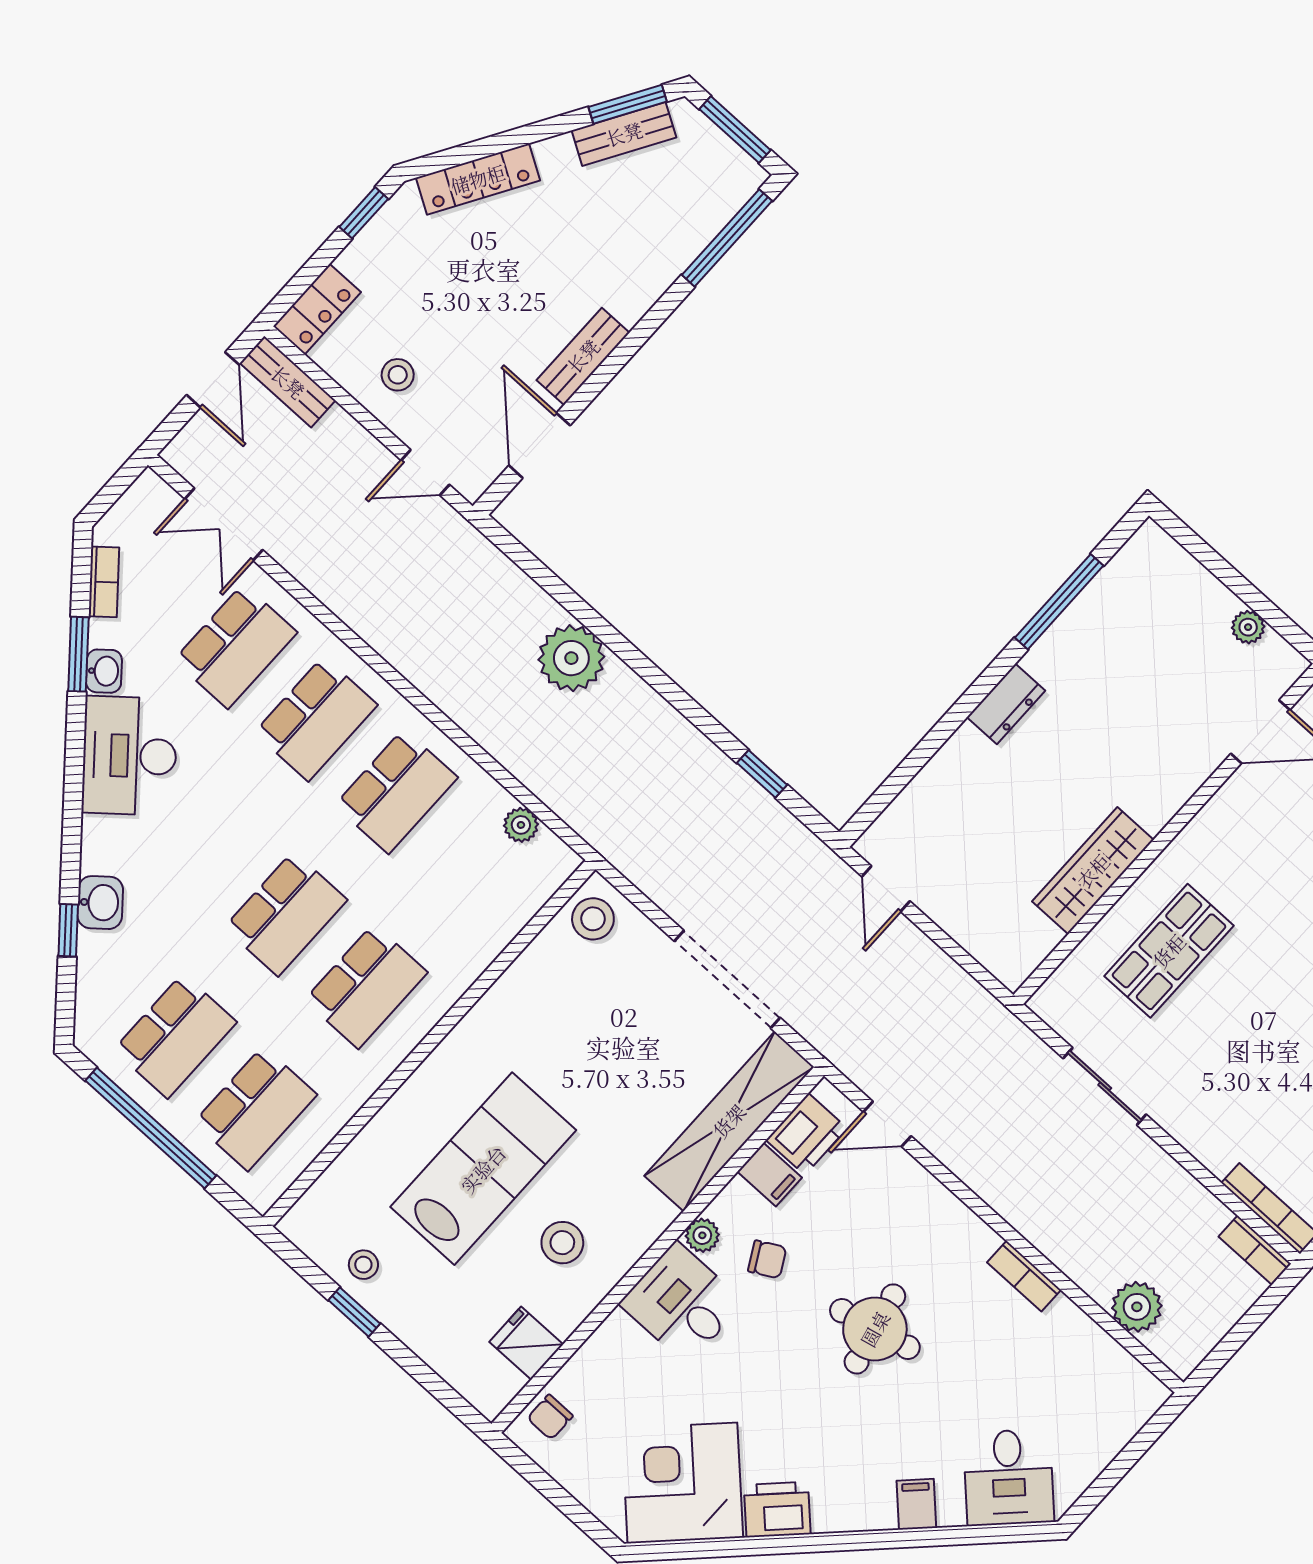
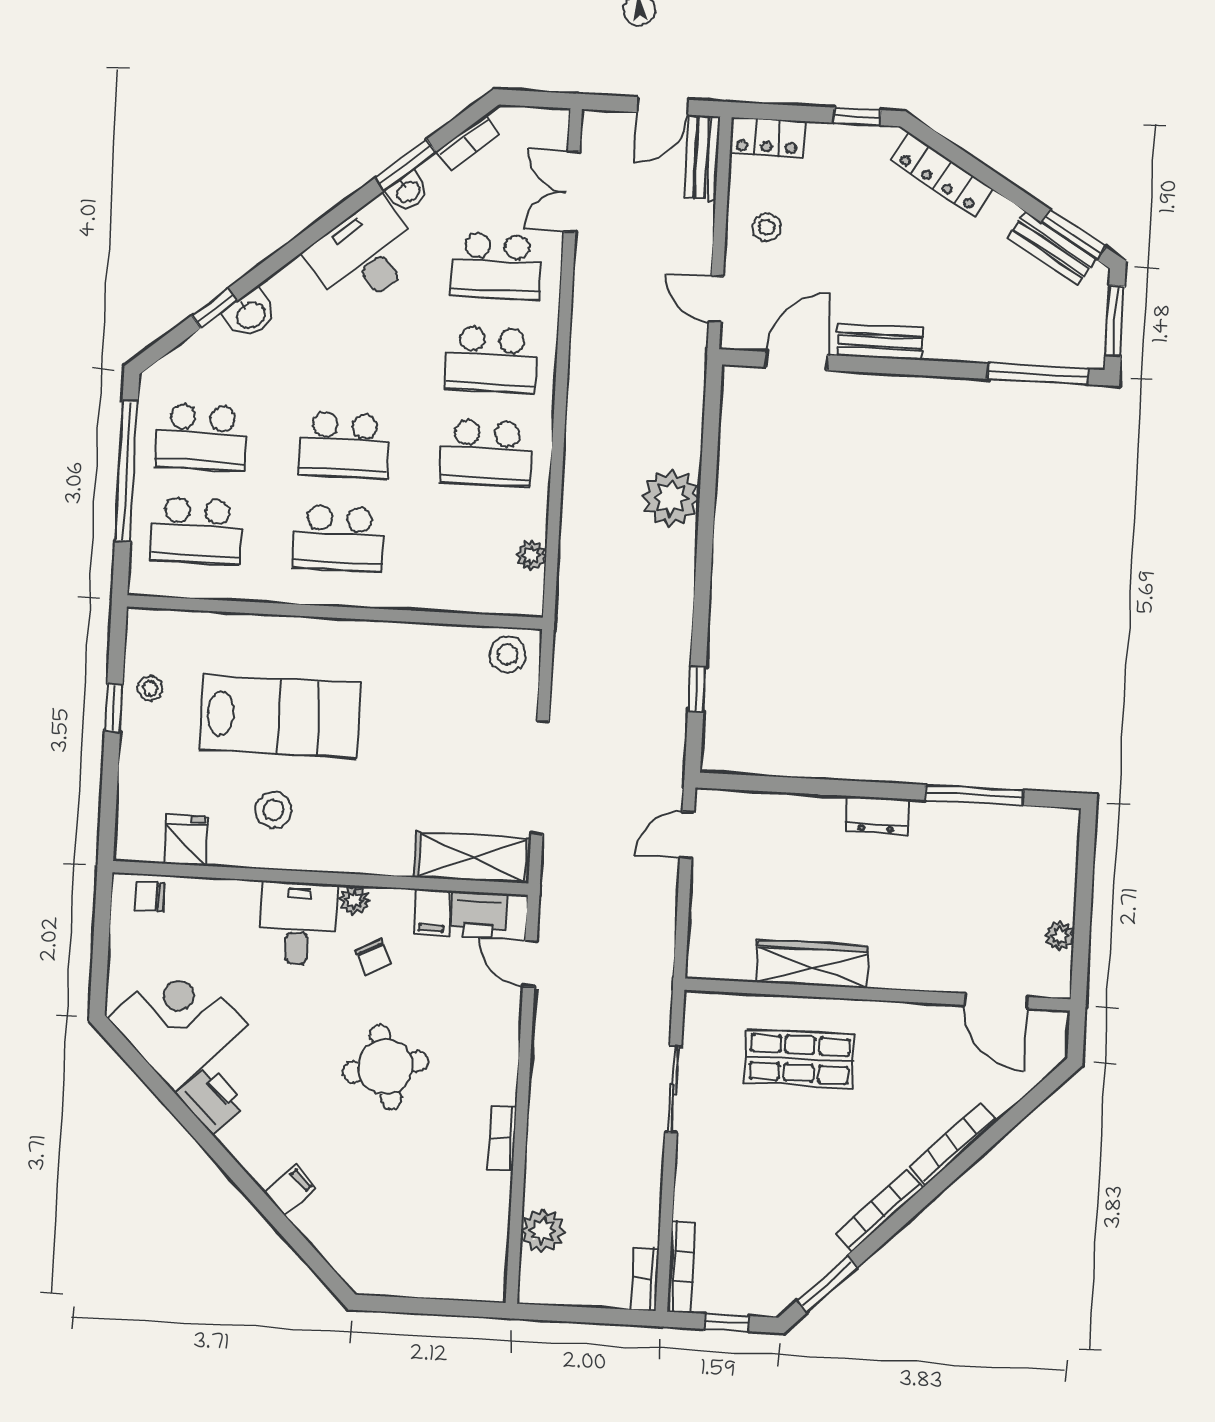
shelving: (729, 1121) -> (472, 858), width x0.68
desk: (1009, 1477) -> (358, 1237), removed

